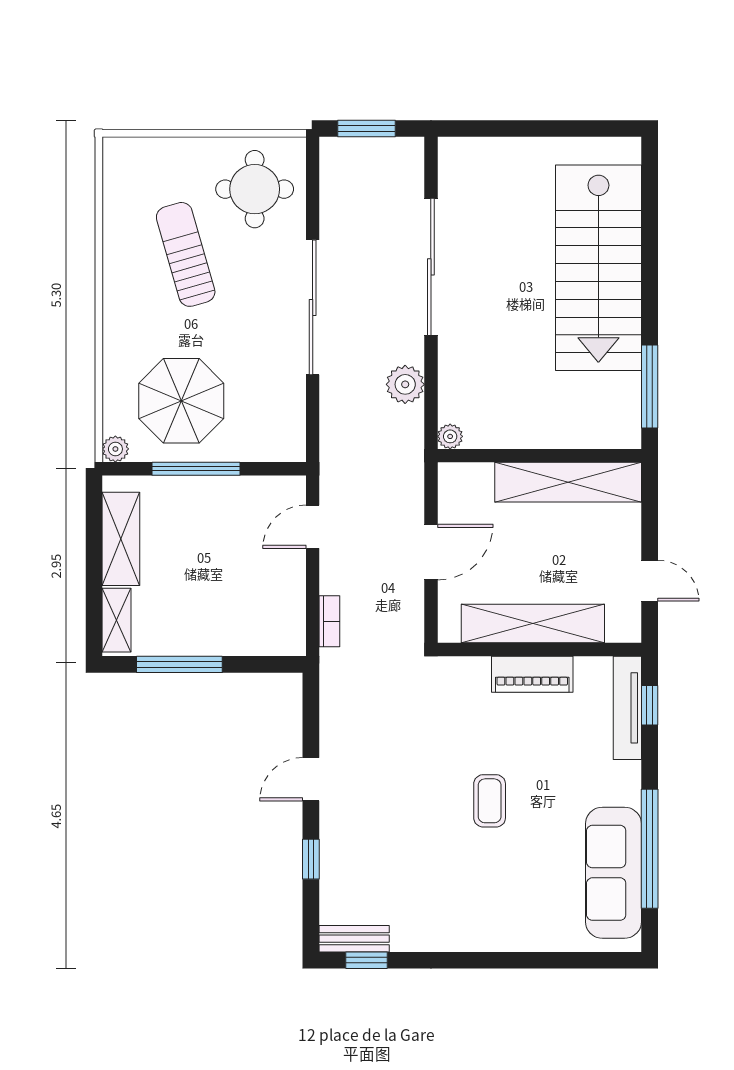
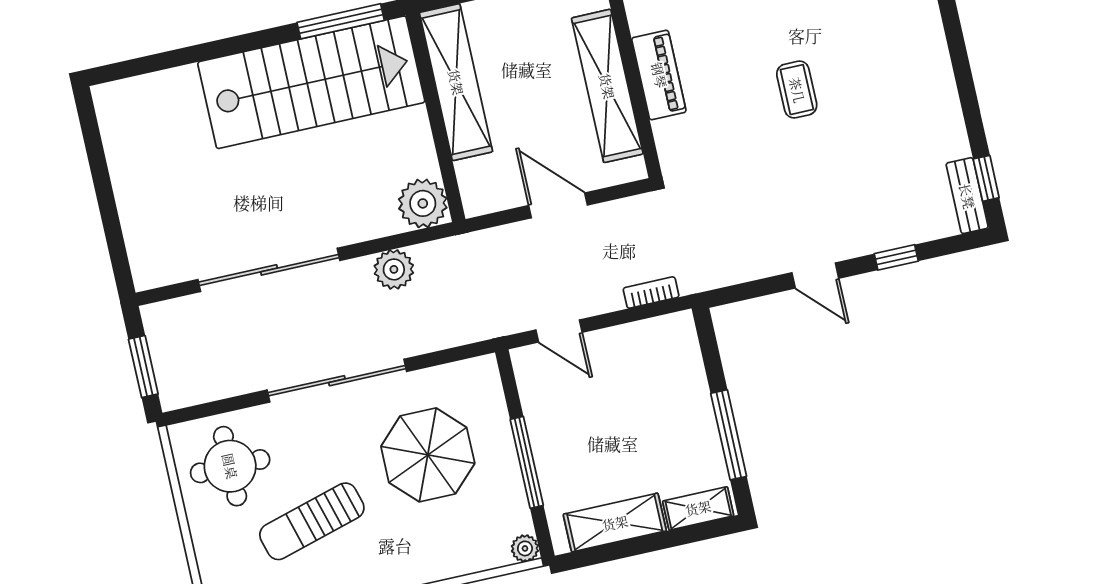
stairs: (598, 268) -> (311, 82), moved
parasol: (181, 401) -> (428, 455), moved
plant: (450, 436) -> (423, 203), width x1.88, depth x1.88
coffee table: (490, 801) -> (797, 90), turned 90

